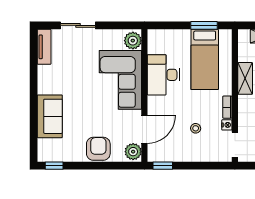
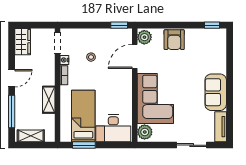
desk: (163, 75) -> (113, 128), moved, turned 90
sofa: (50, 116) -> (216, 92), moved

